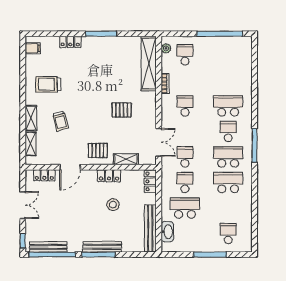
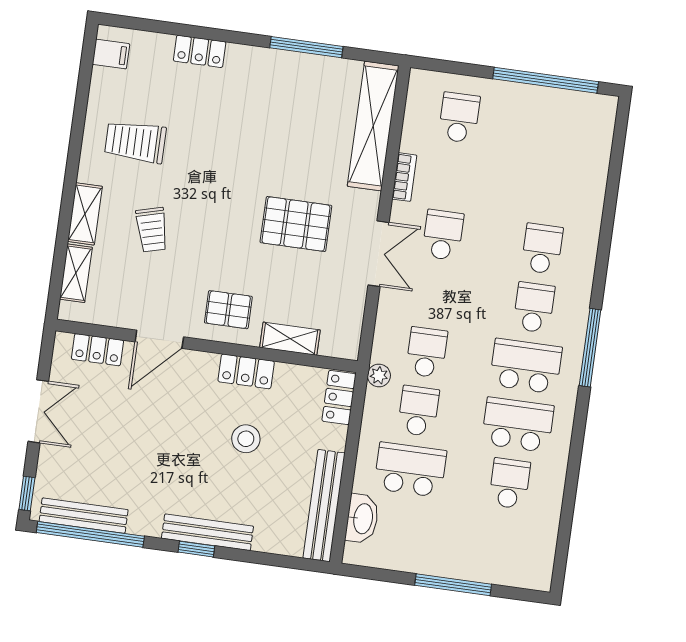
window: (101, 34) -> (306, 47), moved
plant: (166, 48) -> (379, 375), moved
school desk: (228, 106) -> (542, 249), width x0.54
pallet: (122, 110) -> (296, 224), width x1.50, depth x1.42
double door: (159, 142) -> (379, 254), moved
school desk: (228, 234) -> (509, 483), moved
window: (98, 255) -> (196, 549), width x0.46

